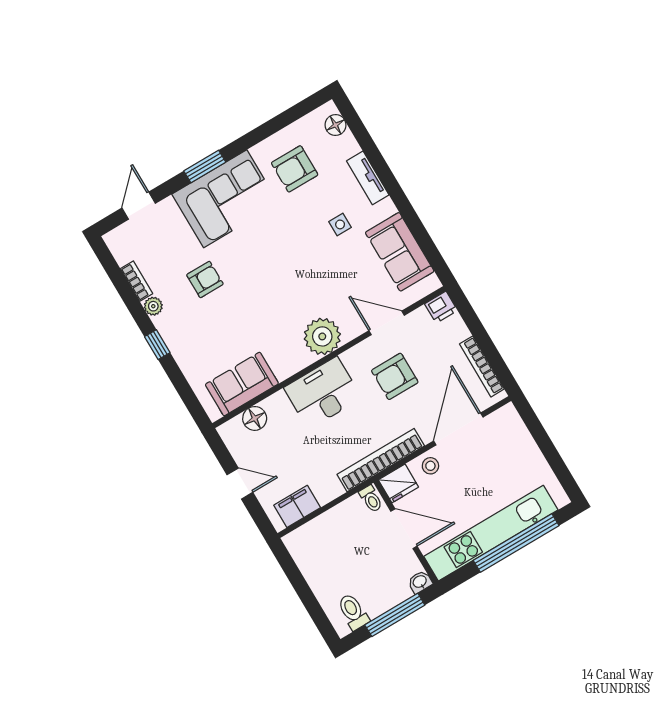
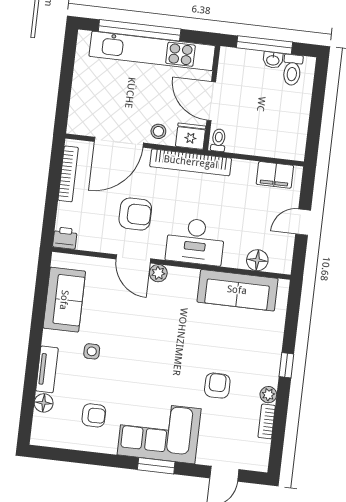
floor lamp: (335, 125) -> (44, 403), moved
armchair: (295, 169) -> (94, 415), width x0.72, depth x0.72
armchair: (205, 279) -> (217, 386), turned 90
door: (387, 323) -> (133, 259), moved
plant: (322, 336) -> (158, 273), width x0.53, depth x0.53
sofa: (242, 384) -> (237, 290), width x1.36
door: (240, 484) -> (303, 222), hinge flipped
washbasin: (420, 582) -> (273, 60), moved

